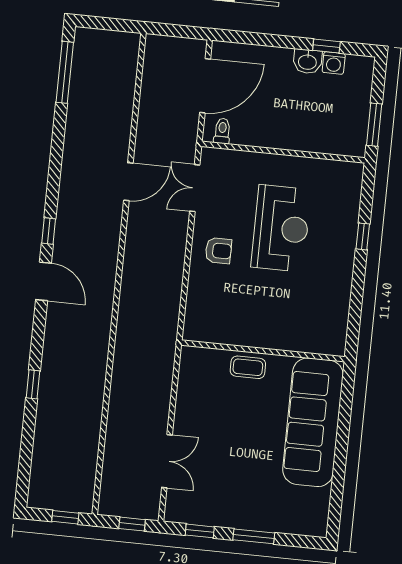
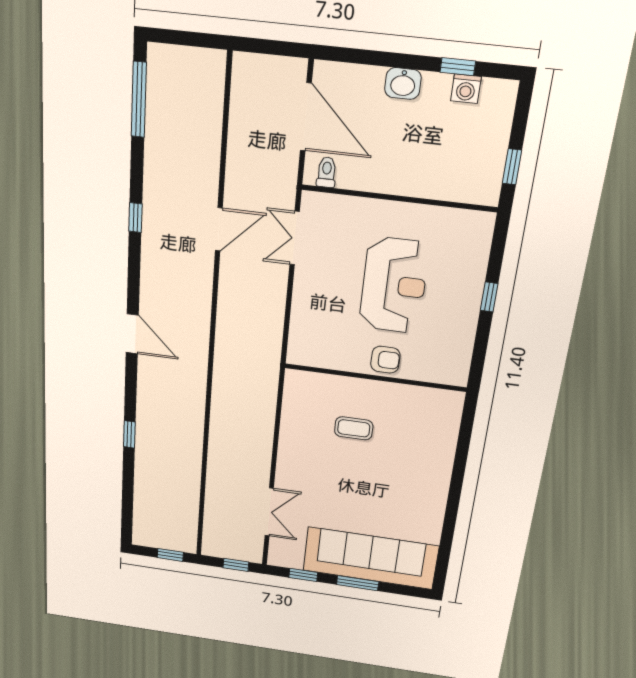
washbasin: (307, 61) -> (403, 84), moved
door: (205, 86) -> (306, 117), hinge flipped
window: (374, 125) -> (512, 167), width x0.67
window: (49, 231) -> (135, 218), moved
armchair: (218, 251) -> (385, 360), moved
wall: (263, 351) -> (375, 378), moved
sofa: (313, 422) -> (370, 558), moved, turned 90

